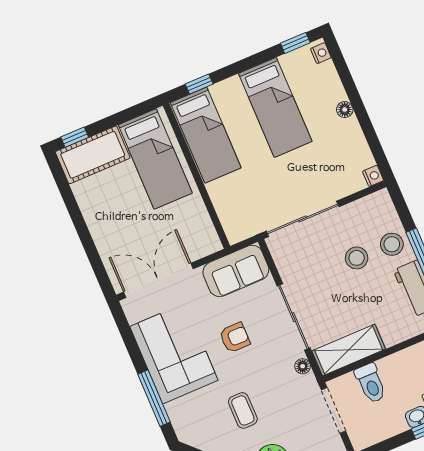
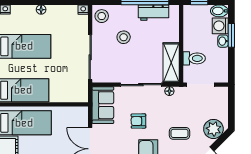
stool: (392, 244) -> (102, 16), moved
armchair: (235, 338) -> (138, 121), turned -91

